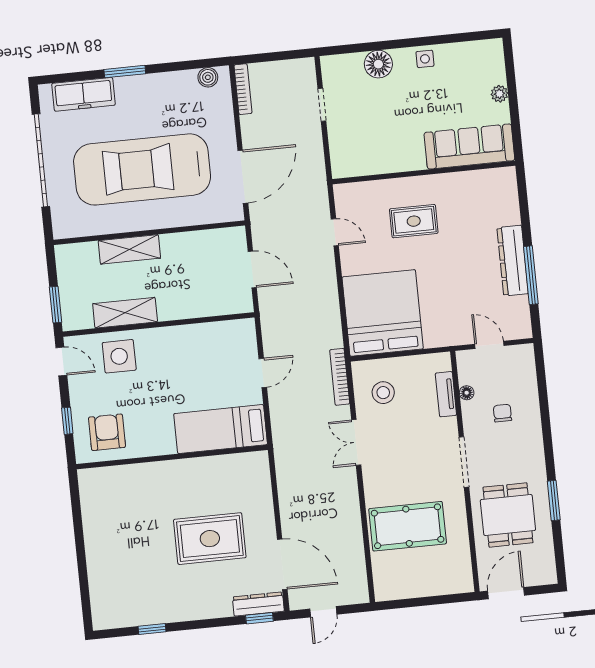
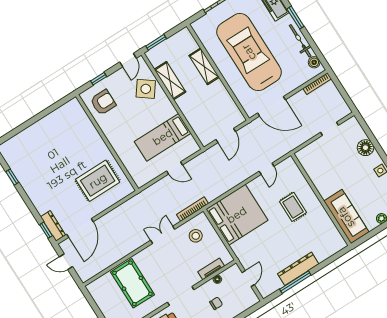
bicycle: (164, 82) -> (300, 41), added
side table: (119, 356) -> (146, 89), turned 37
bed: (221, 429) -> (163, 137), moved, turned -90
rug: (210, 539) -> (98, 181), moved, turned 90

